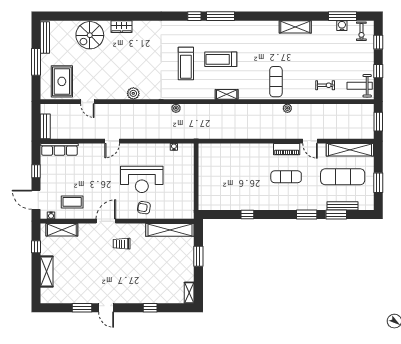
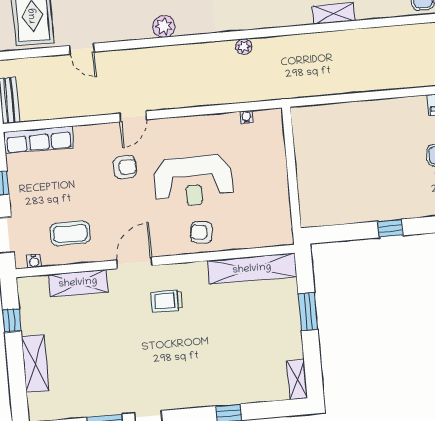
armchair: (105, 168) -> (125, 167), added
shelving: (62, 230) -> (78, 283), moved

